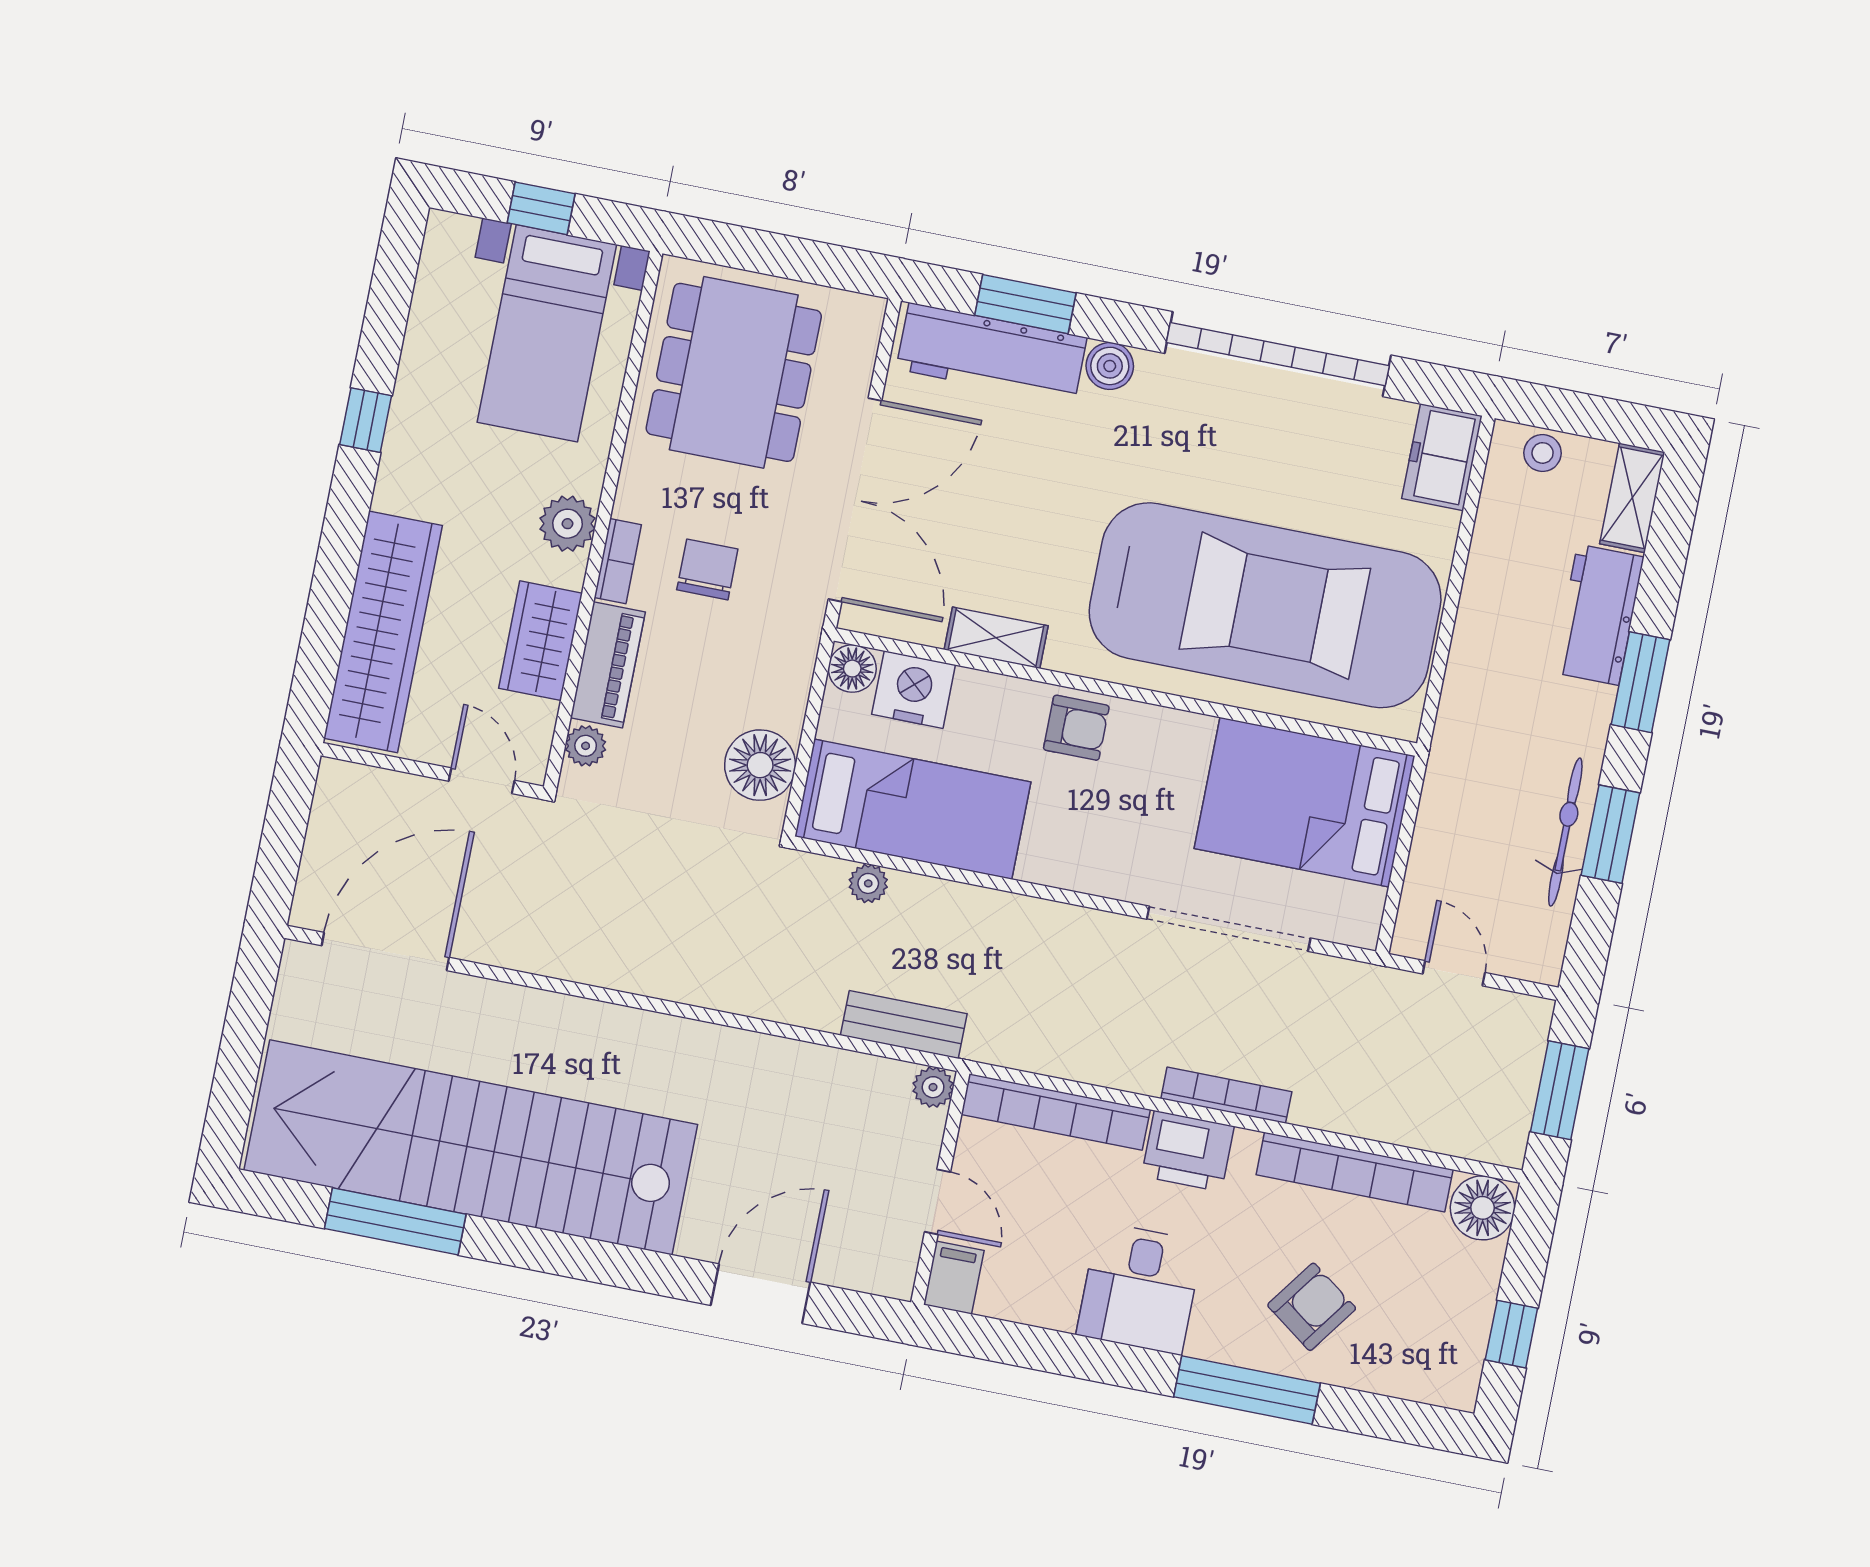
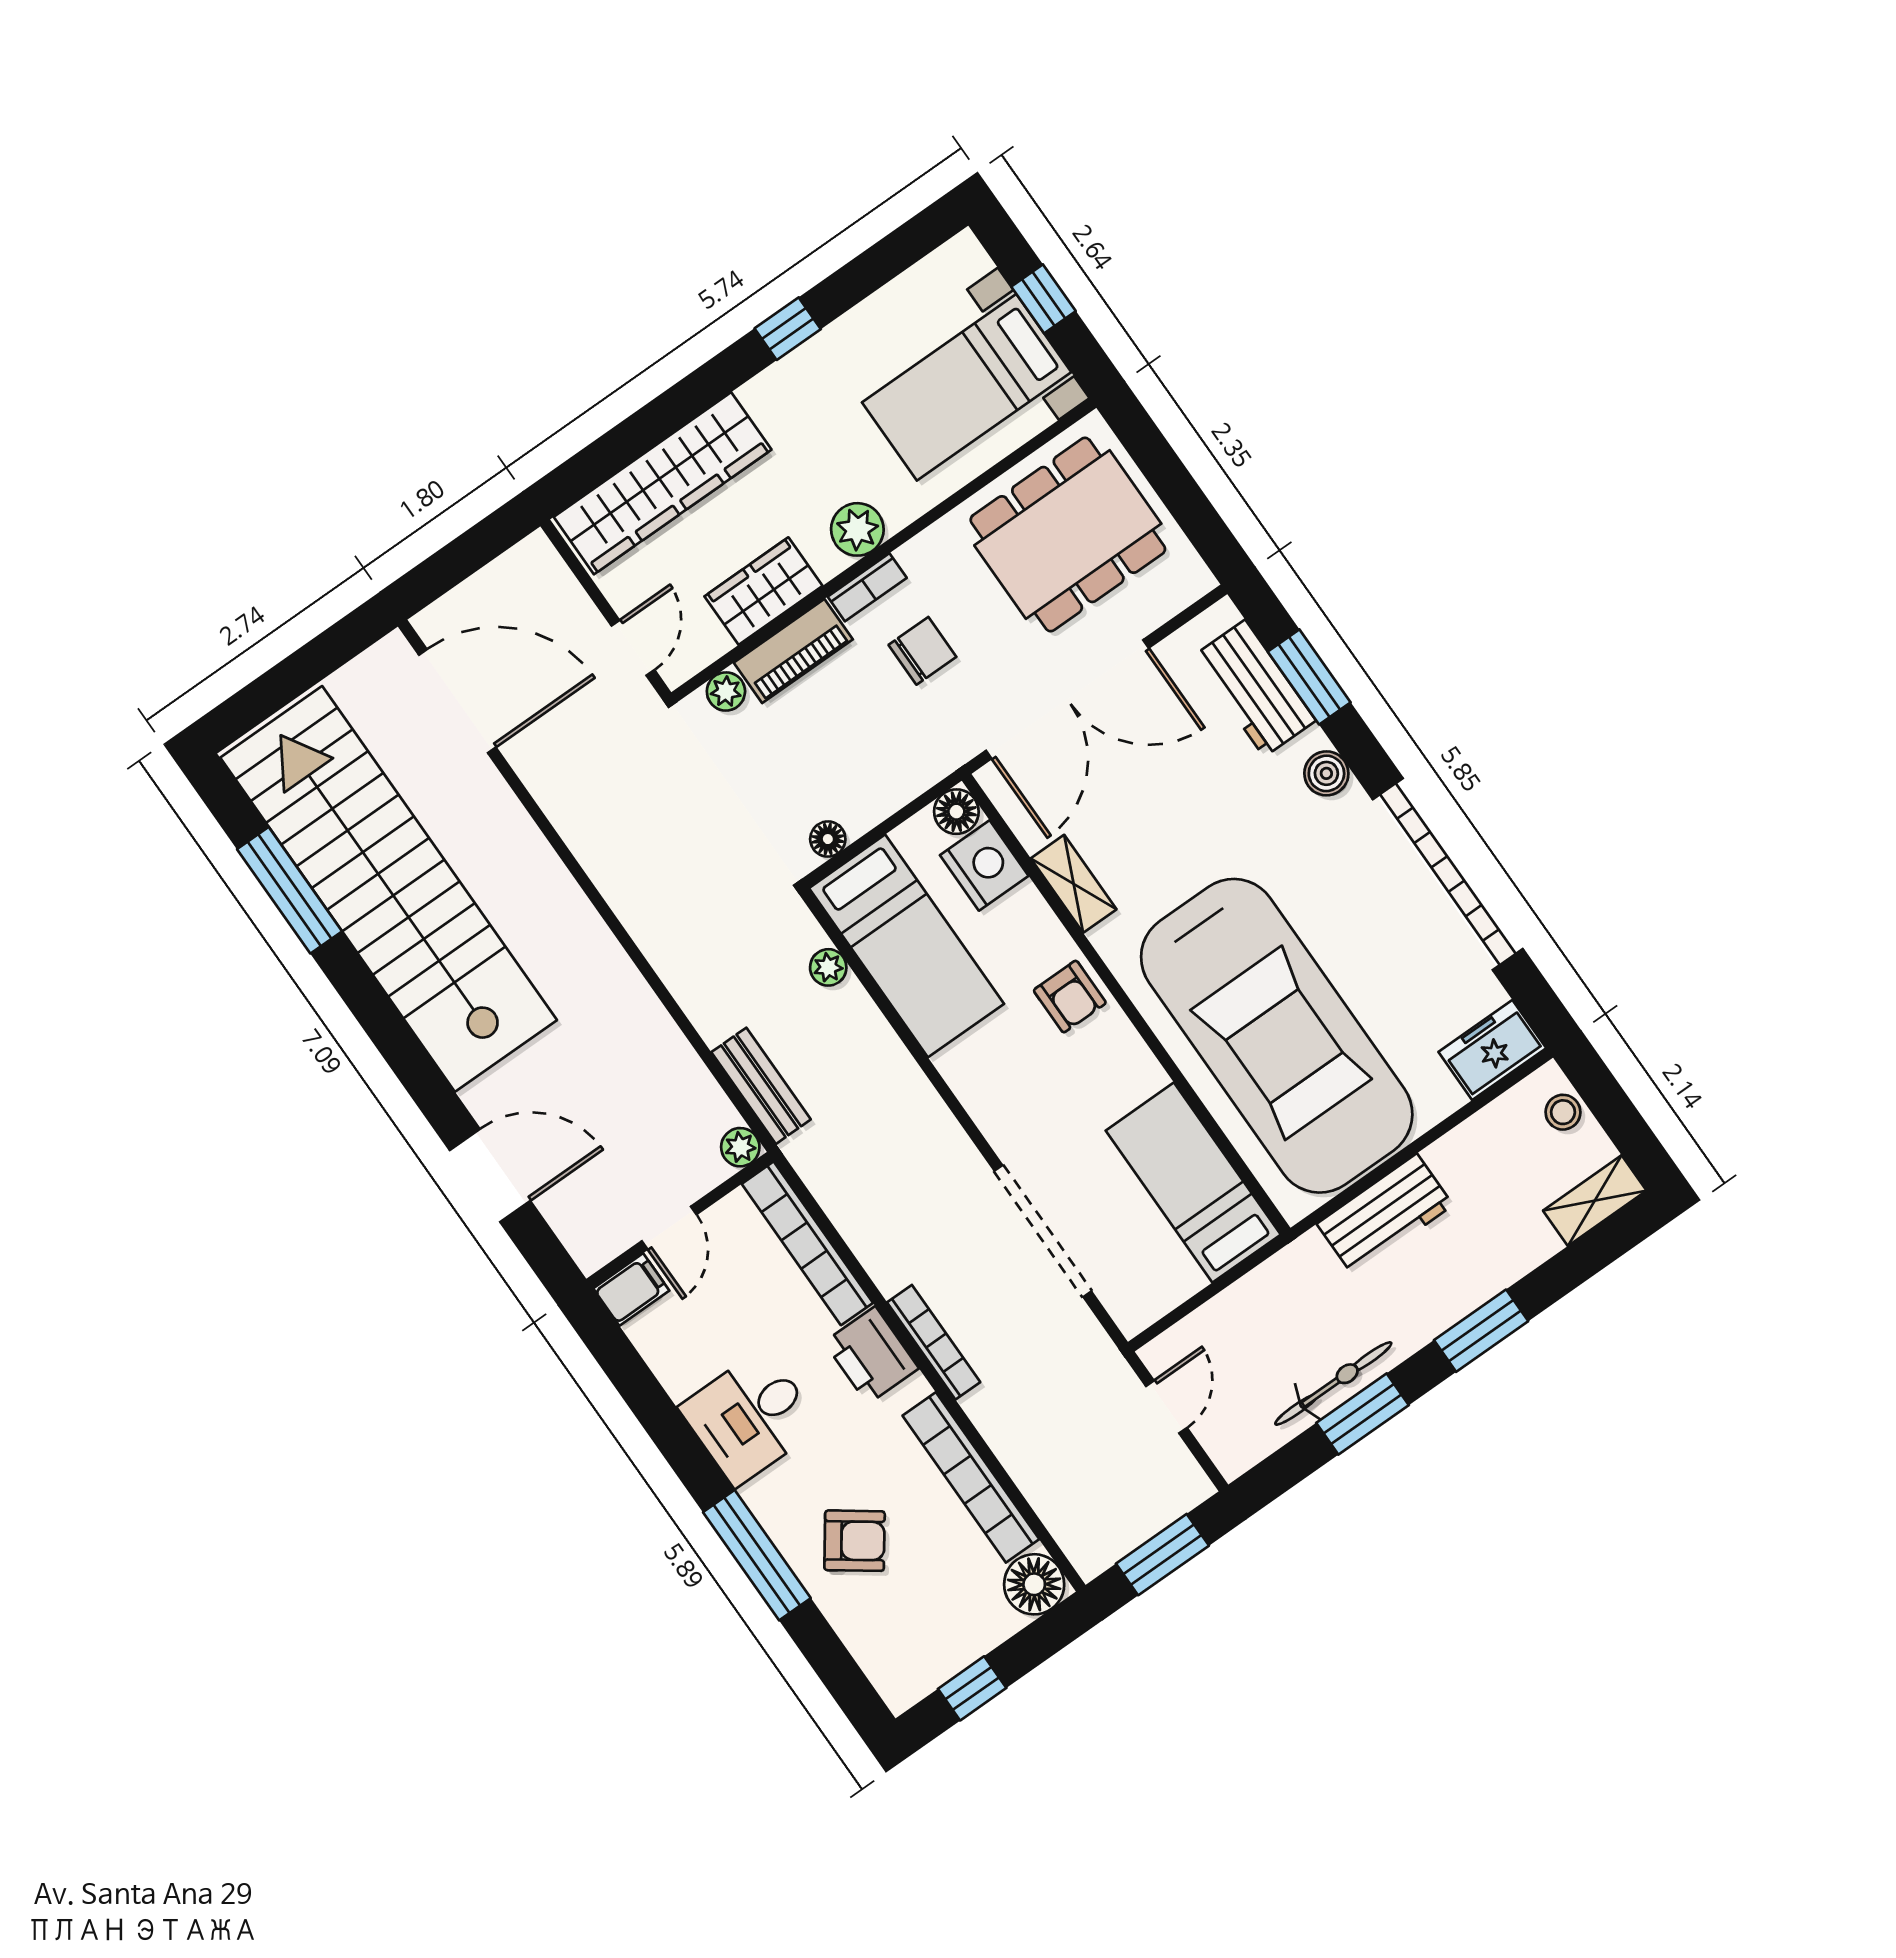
workbench: (991, 353) -> (1255, 688), width x0.73
workbench: (1598, 615) -> (1385, 1214), moved, turned 180
floor lamp: (760, 765) -> (828, 839), width x0.53, depth x0.53
bed: (1305, 802) -> (1193, 1183), width x0.67

